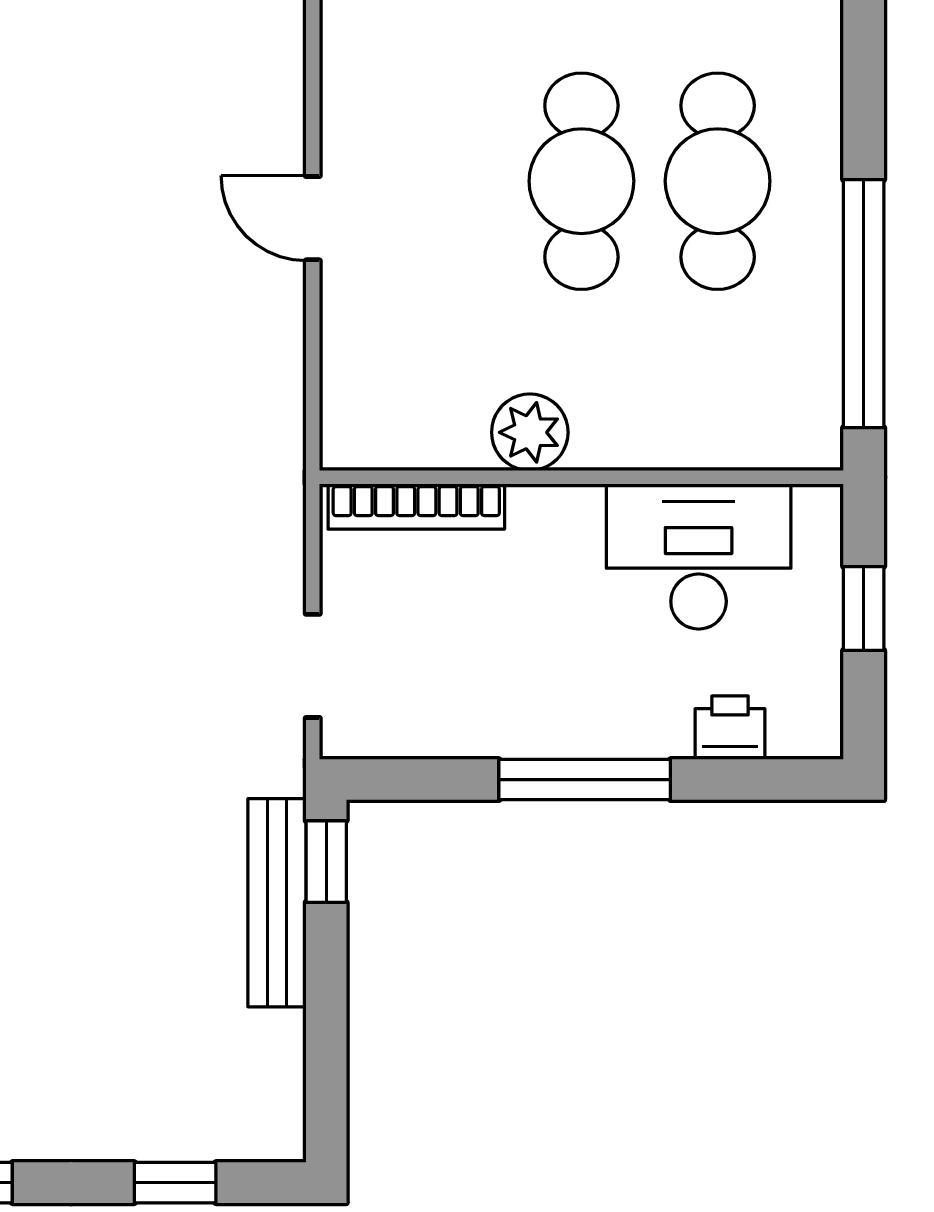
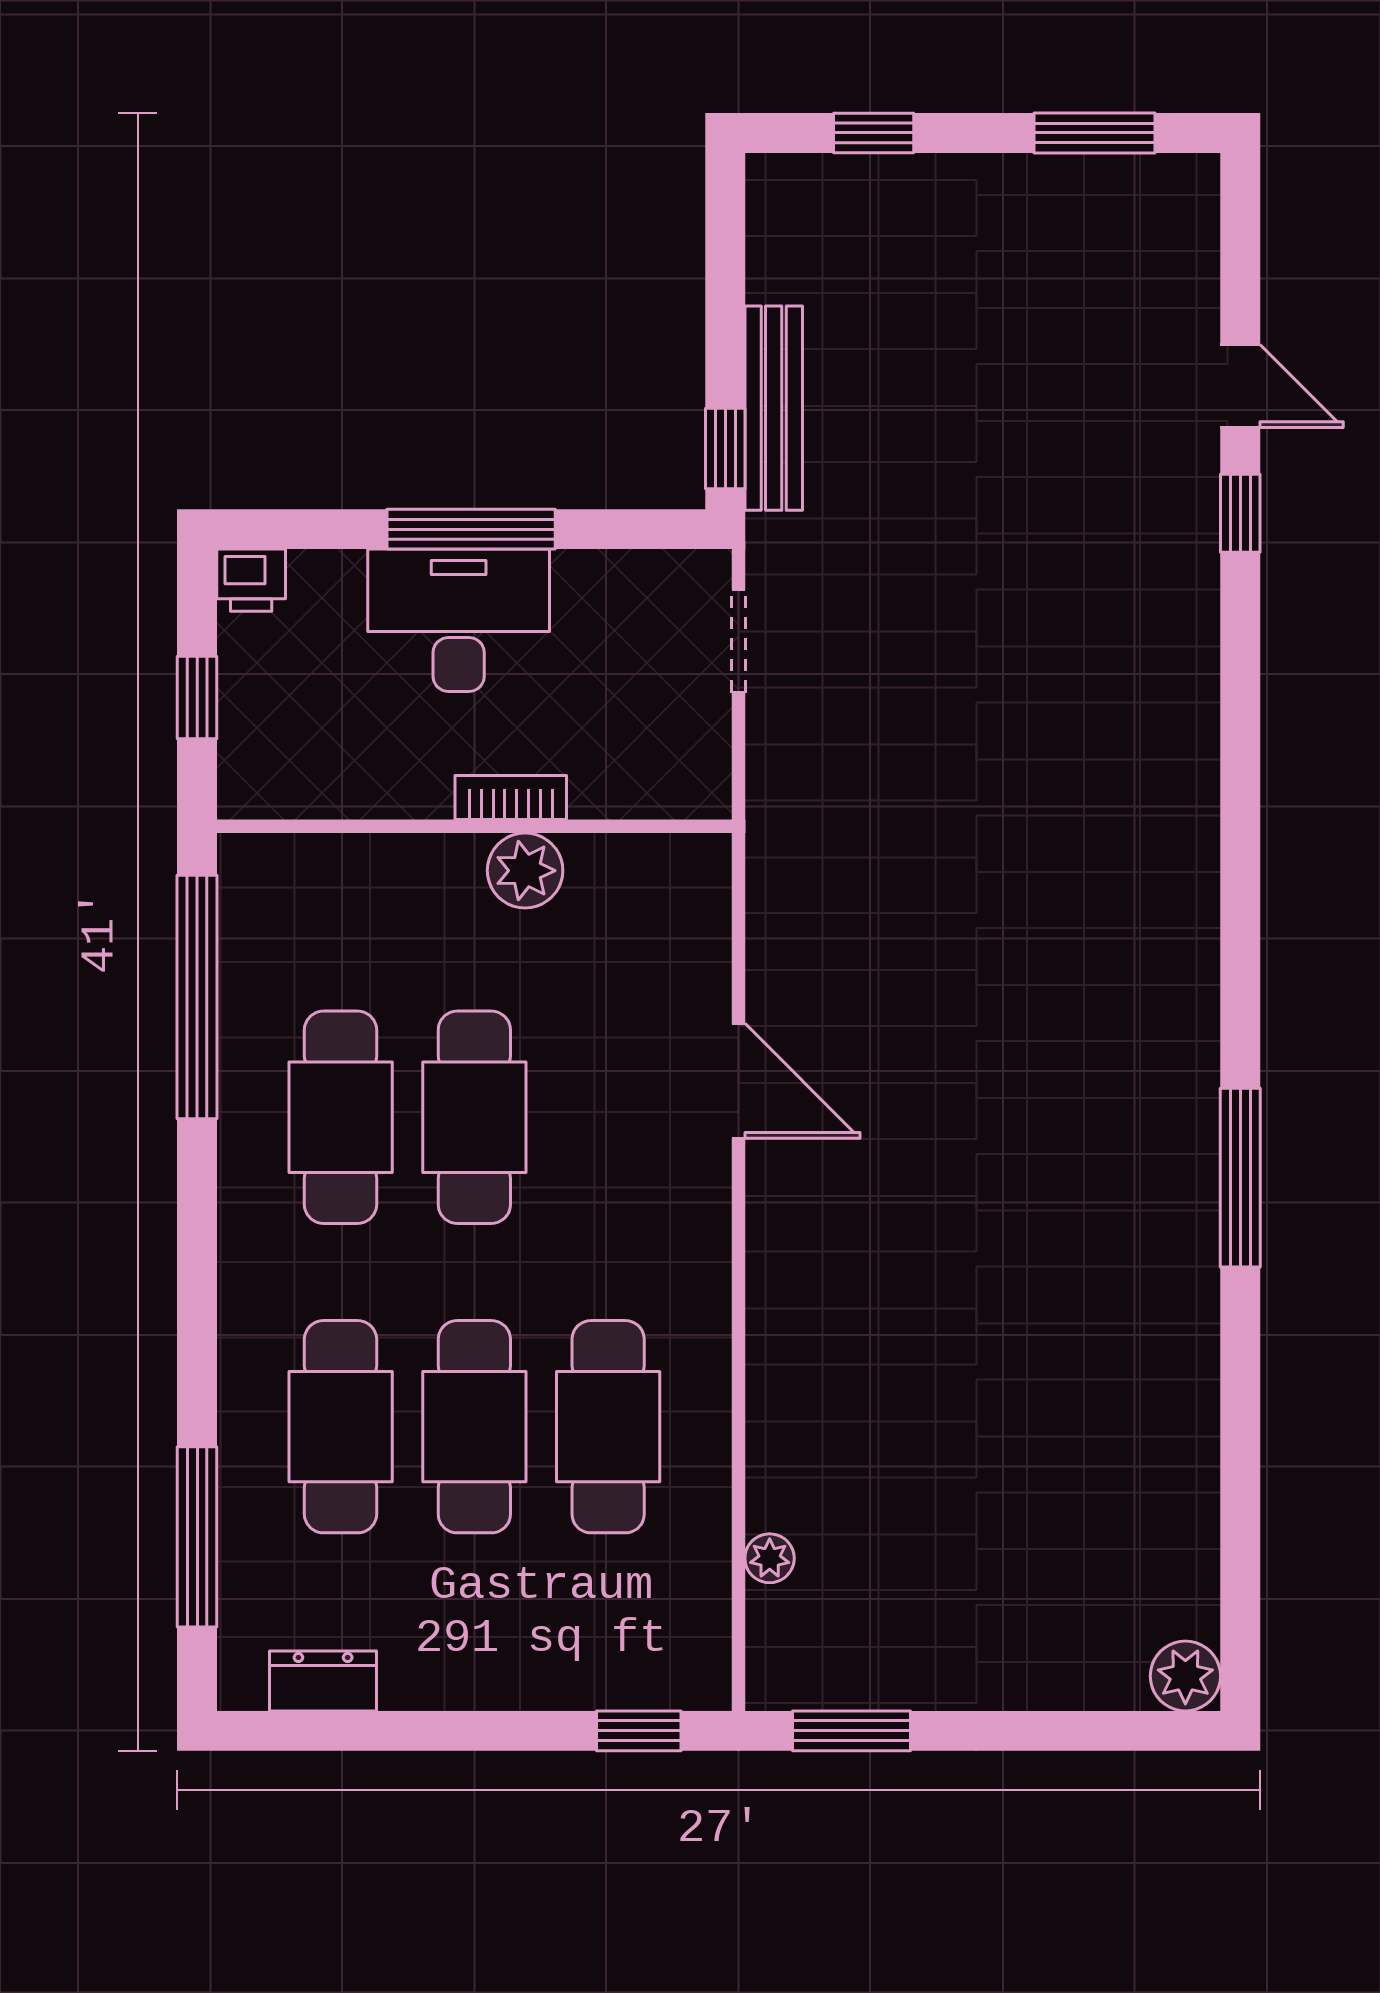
door: (313, 218) -> (738, 1081), width x1.38
bookcase: (416, 507) -> (511, 797), moved, width x0.64
desk: (699, 557) -> (459, 620), moved, turned 180
printer: (730, 728) -> (251, 580), moved

